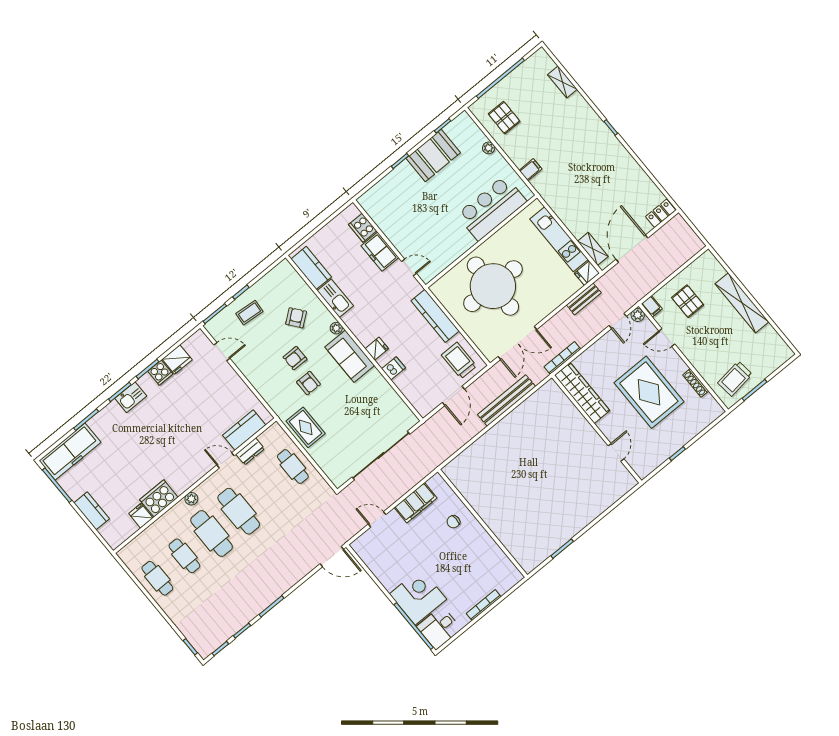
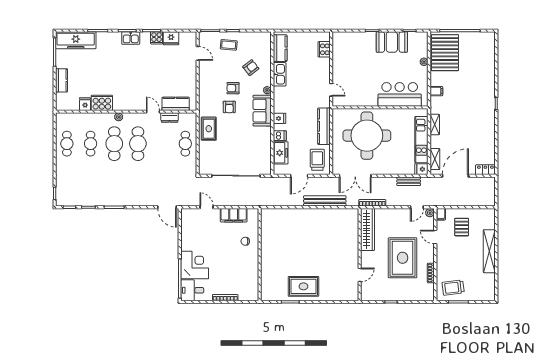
shelving: (562, 82) -> (435, 124), moved
pallet: (504, 118) -> (445, 53), width x2.05, depth x2.00
freezer: (380, 252) -> (281, 153), moved, turned 180
rug: (563, 518) -> (303, 286), added

